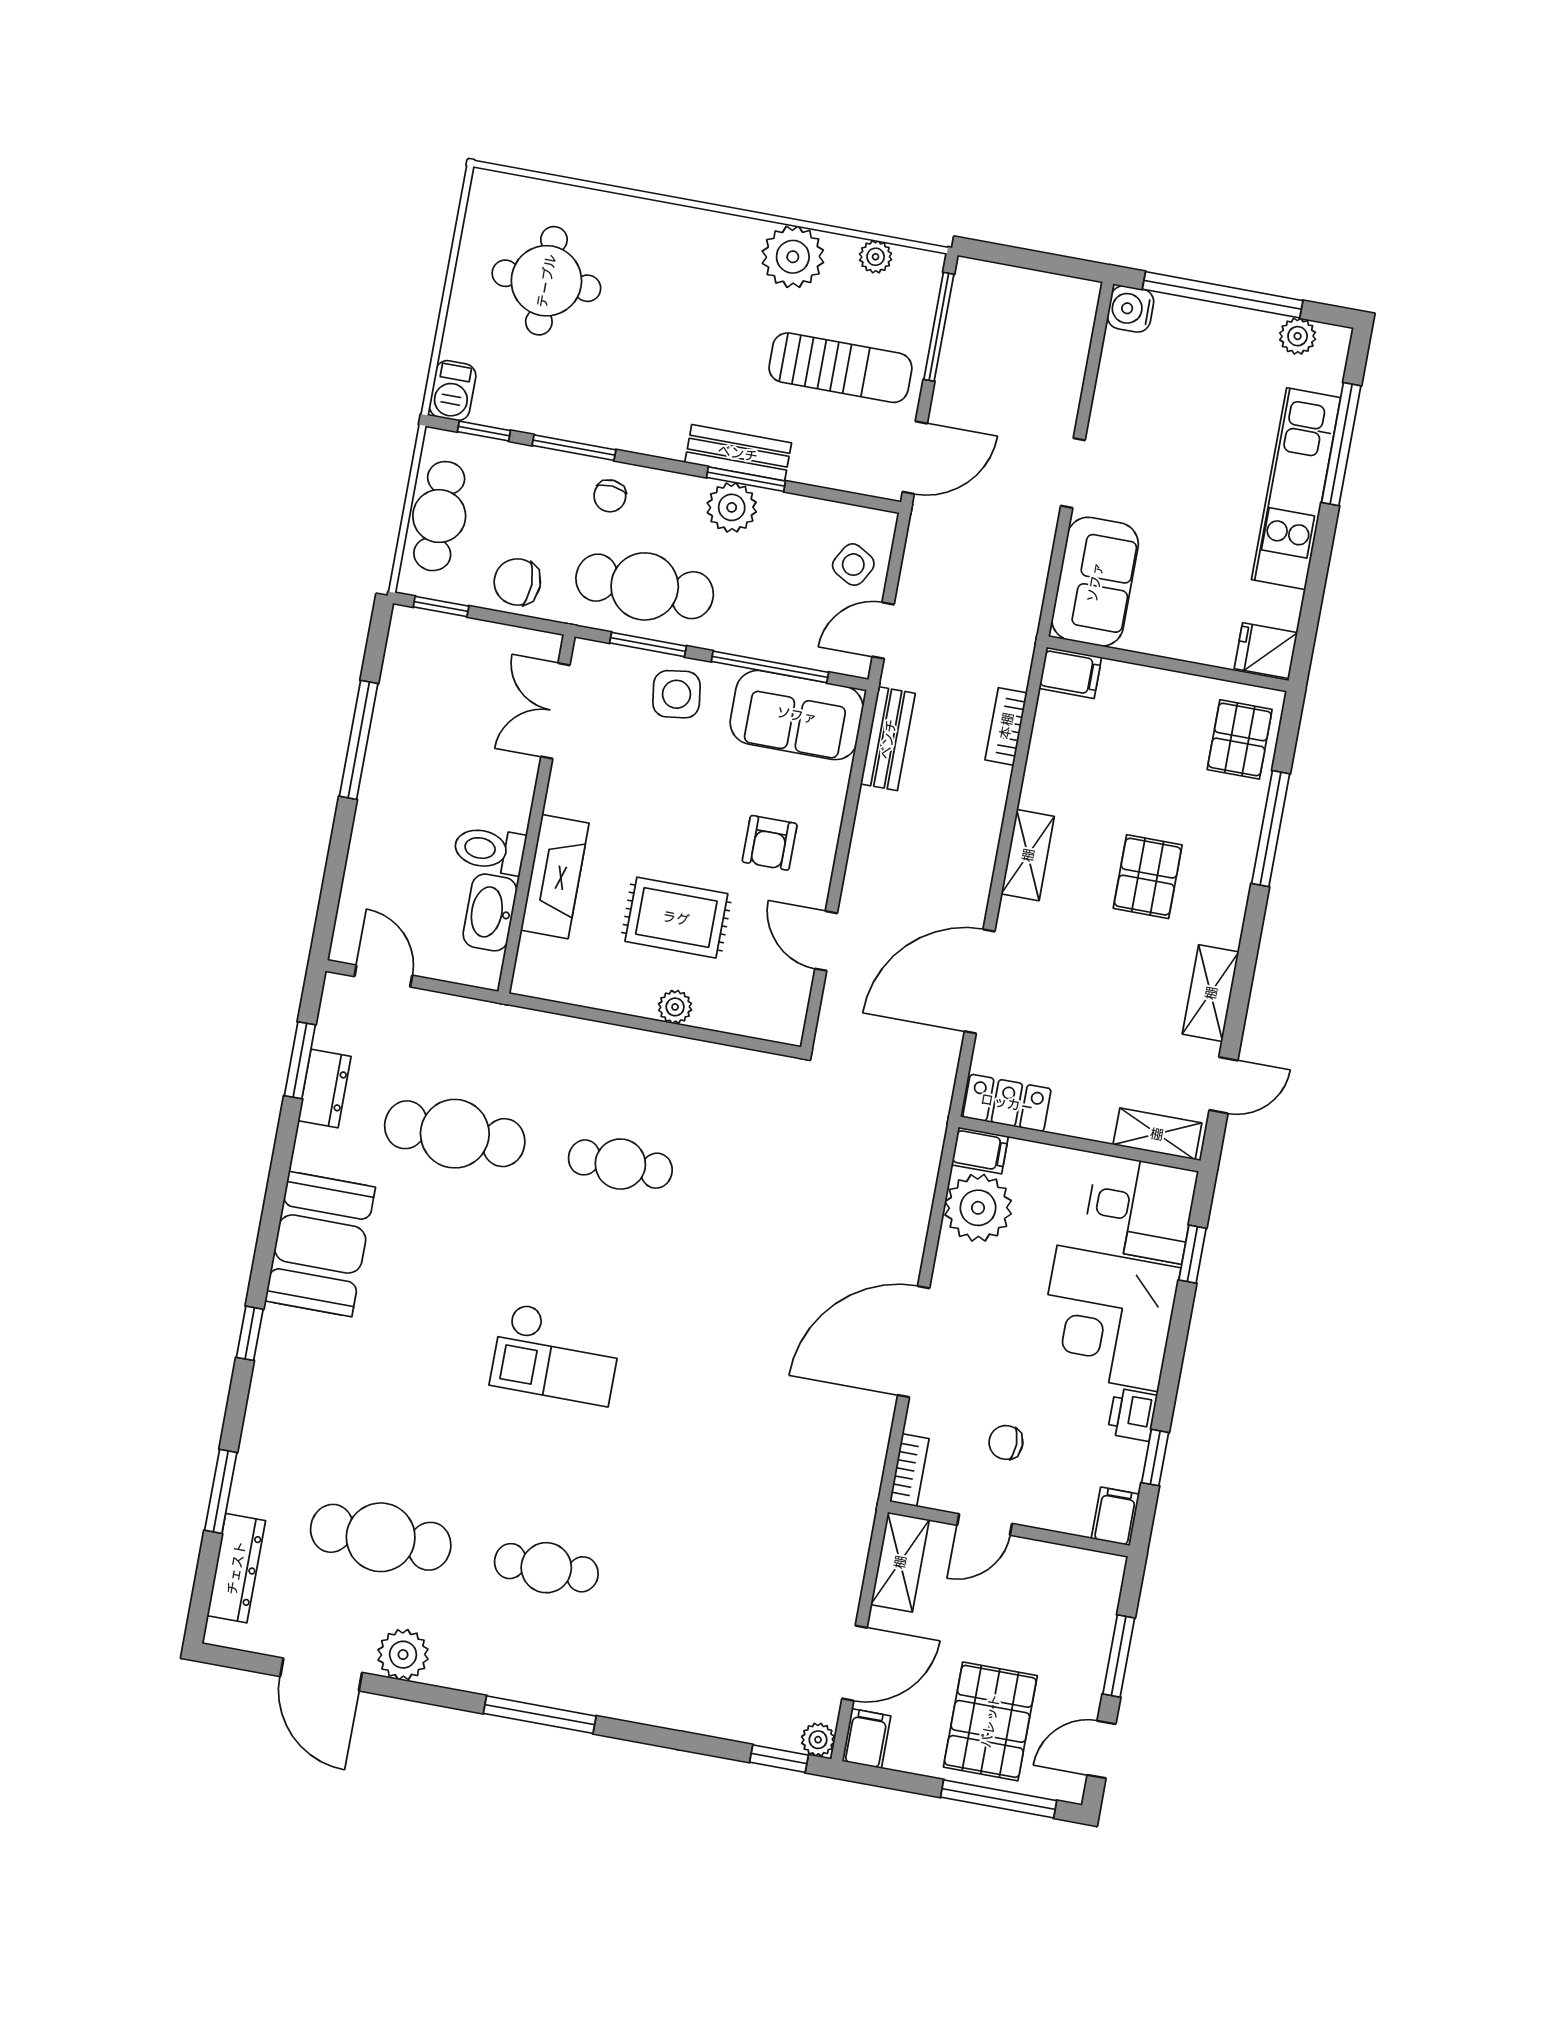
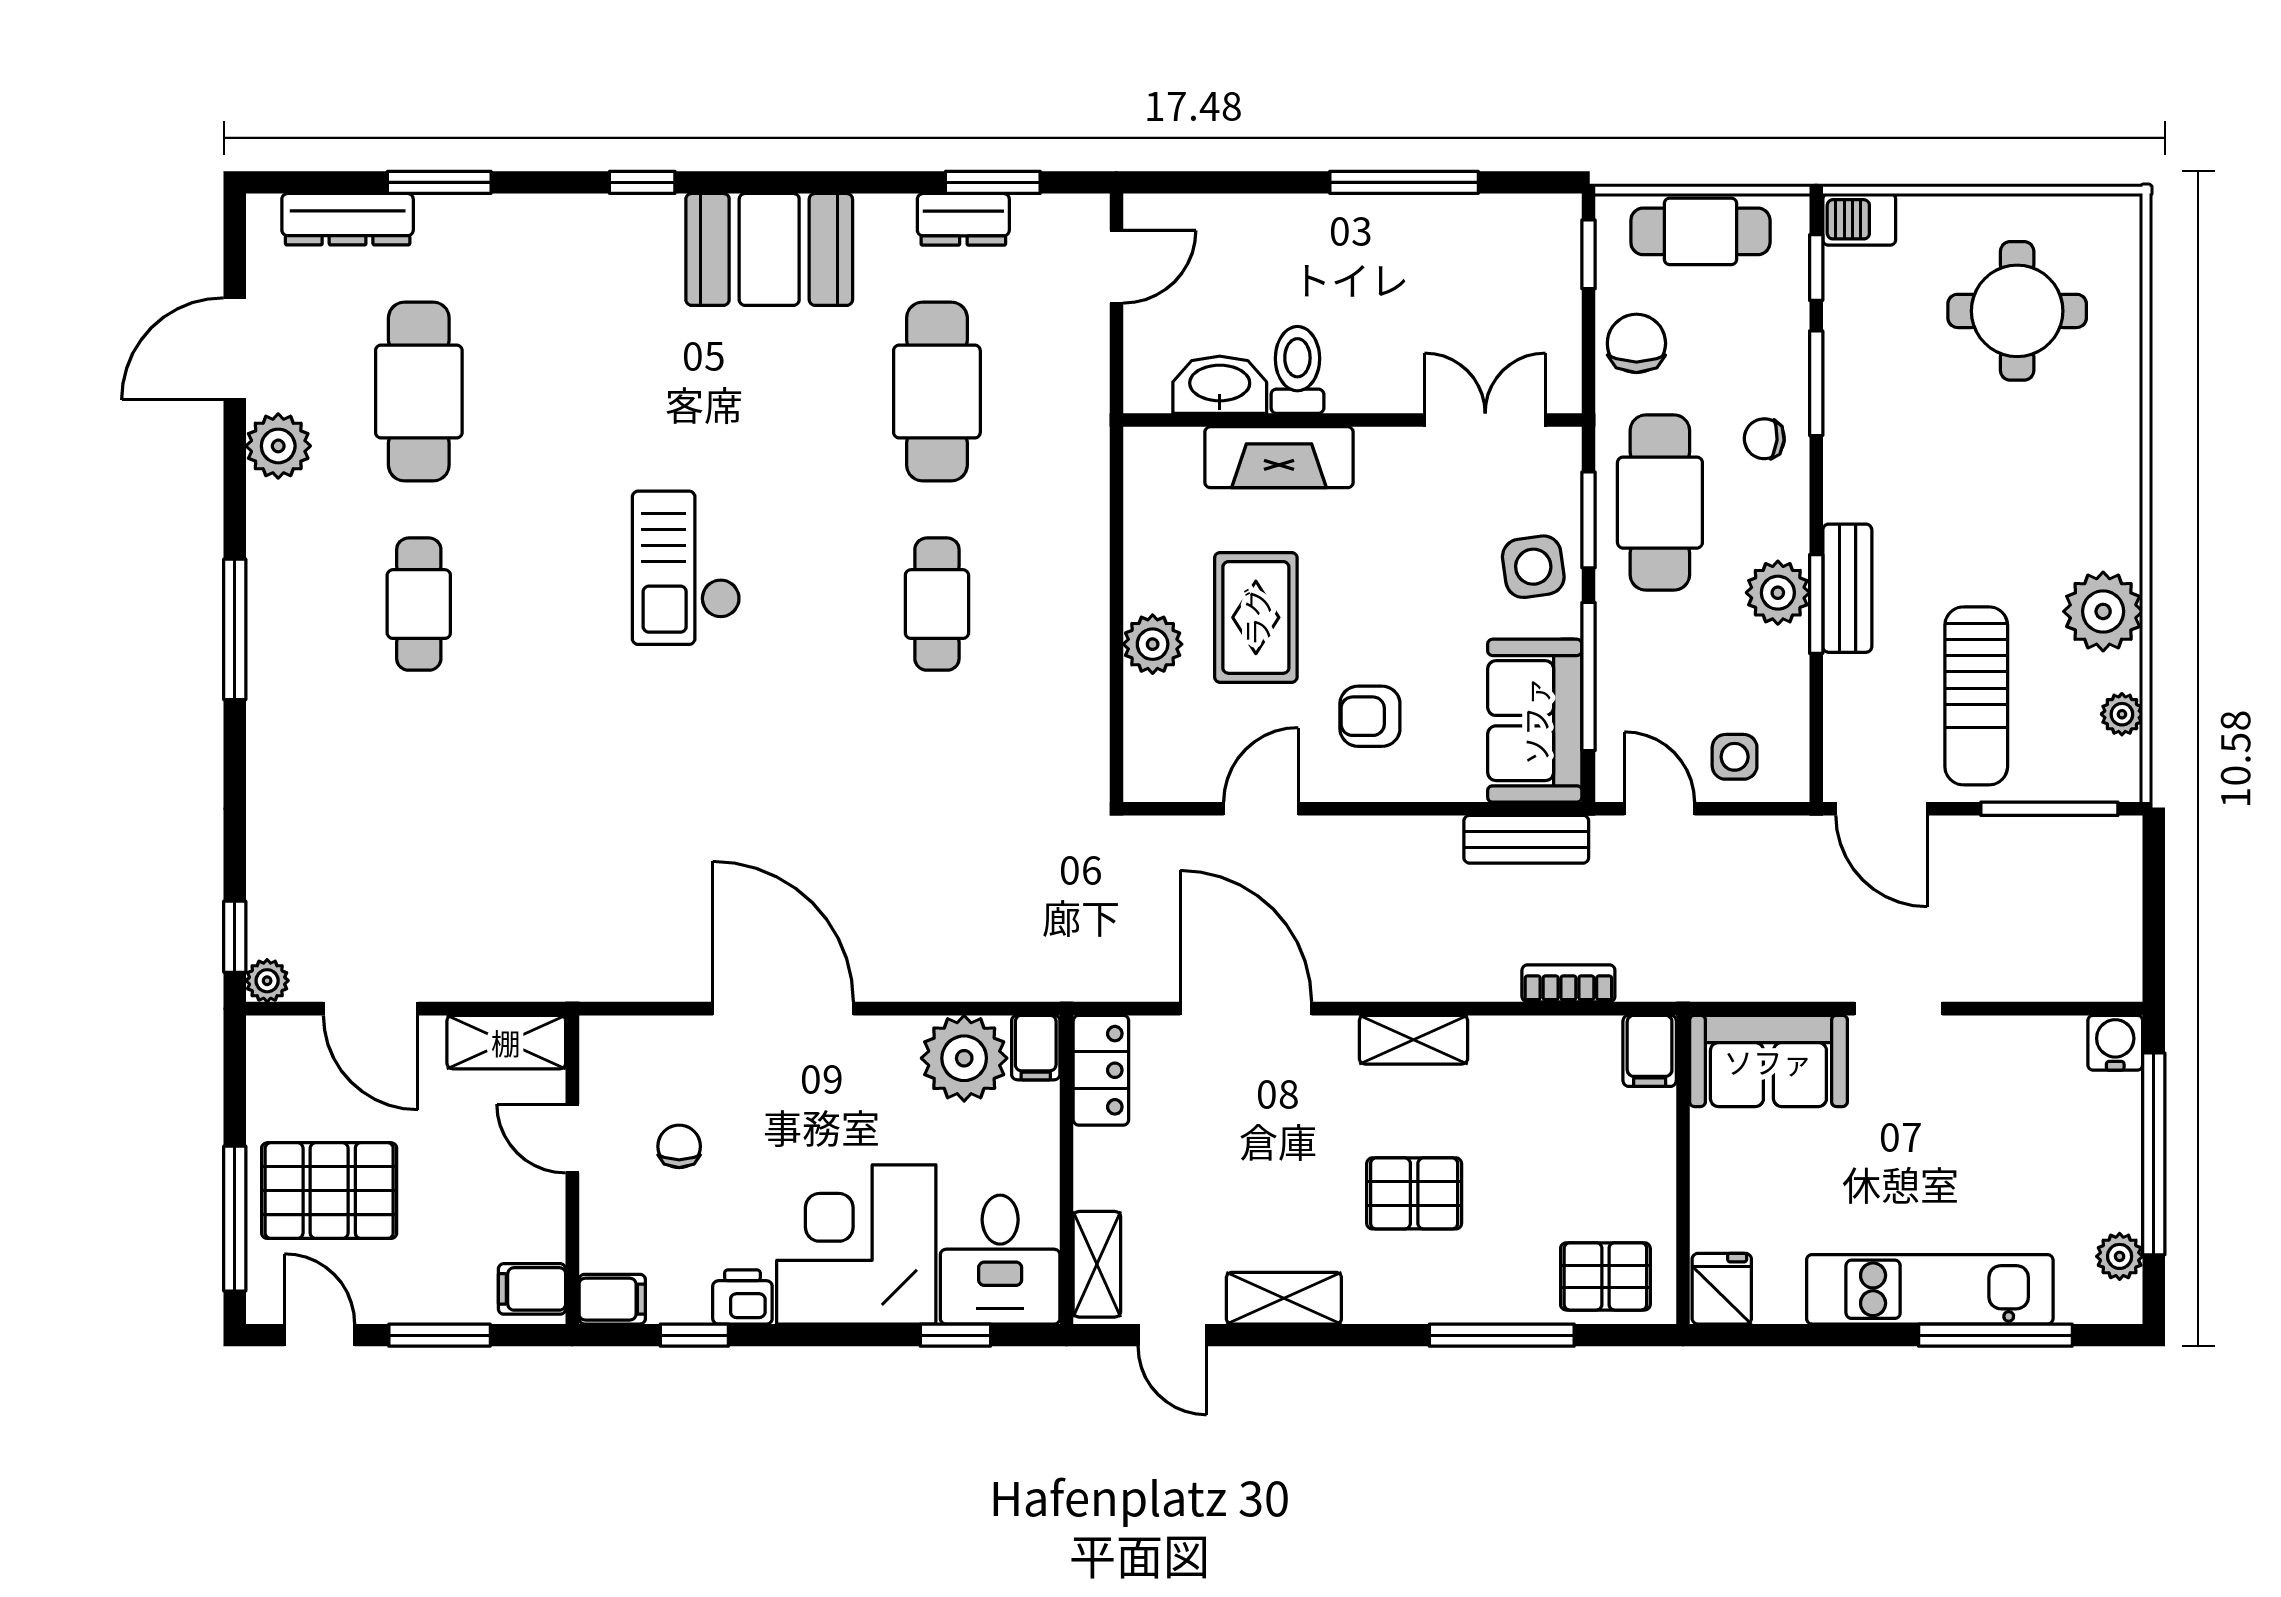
side table: (853, 565) -> (1735, 757), turned -30
plant: (675, 1007) -> (1153, 644), width x1.38, depth x1.38
bookcase: (909, 1470) -> (623, 1033), removed
filing cabinet: (866, 1739) -> (532, 1289), moved, turned 180

